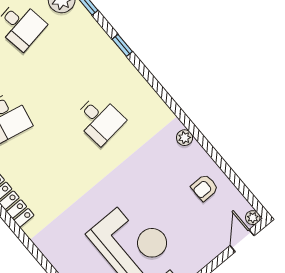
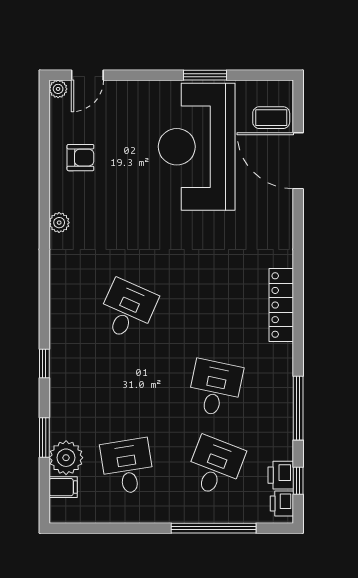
desk: (99, 119) -> (127, 310), turned 30

